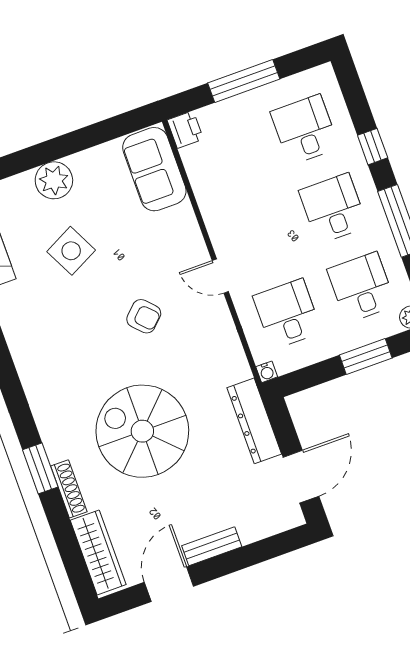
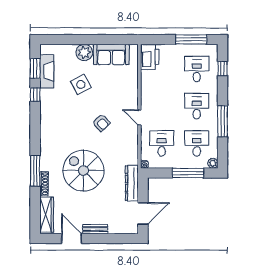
window: (244, 81) -> (191, 39), moved
printer: (185, 130) -> (150, 57), width x1.87, depth x1.48
window: (373, 147) -> (223, 68), moved
sofa: (154, 169) -> (111, 54), moved, turned -90
window: (366, 356) -> (188, 173), width x1.44
window: (40, 468) -> (35, 171), width x1.44
door: (169, 584) -> (72, 239), hinge flipped

